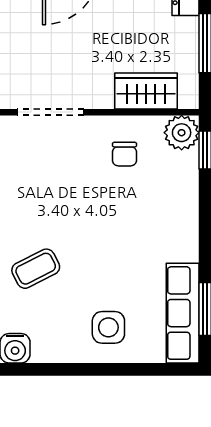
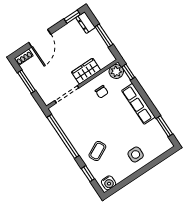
wardrobe: (146, 91) -> (86, 71), moved
row of seats: (183, 313) -> (138, 104), moved

